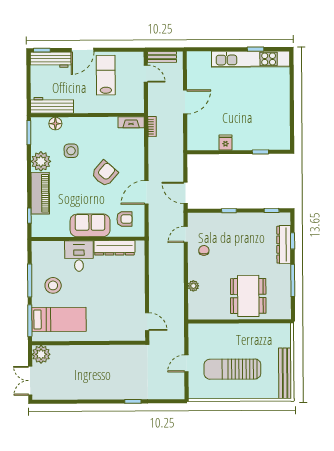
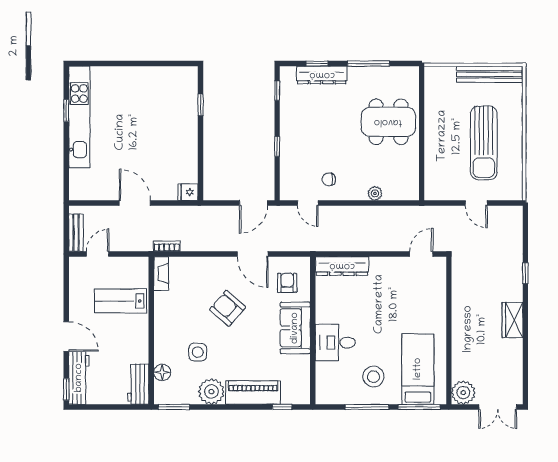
lab bench: (106, 75) -> (120, 301), moved
workbench: (52, 105) -> (138, 384), width x0.73
fridge: (225, 143) -> (188, 192), moved
dresser: (114, 248) -> (342, 266), moved, turned 90
wardrobe: (97, 392) -> (513, 320), added

